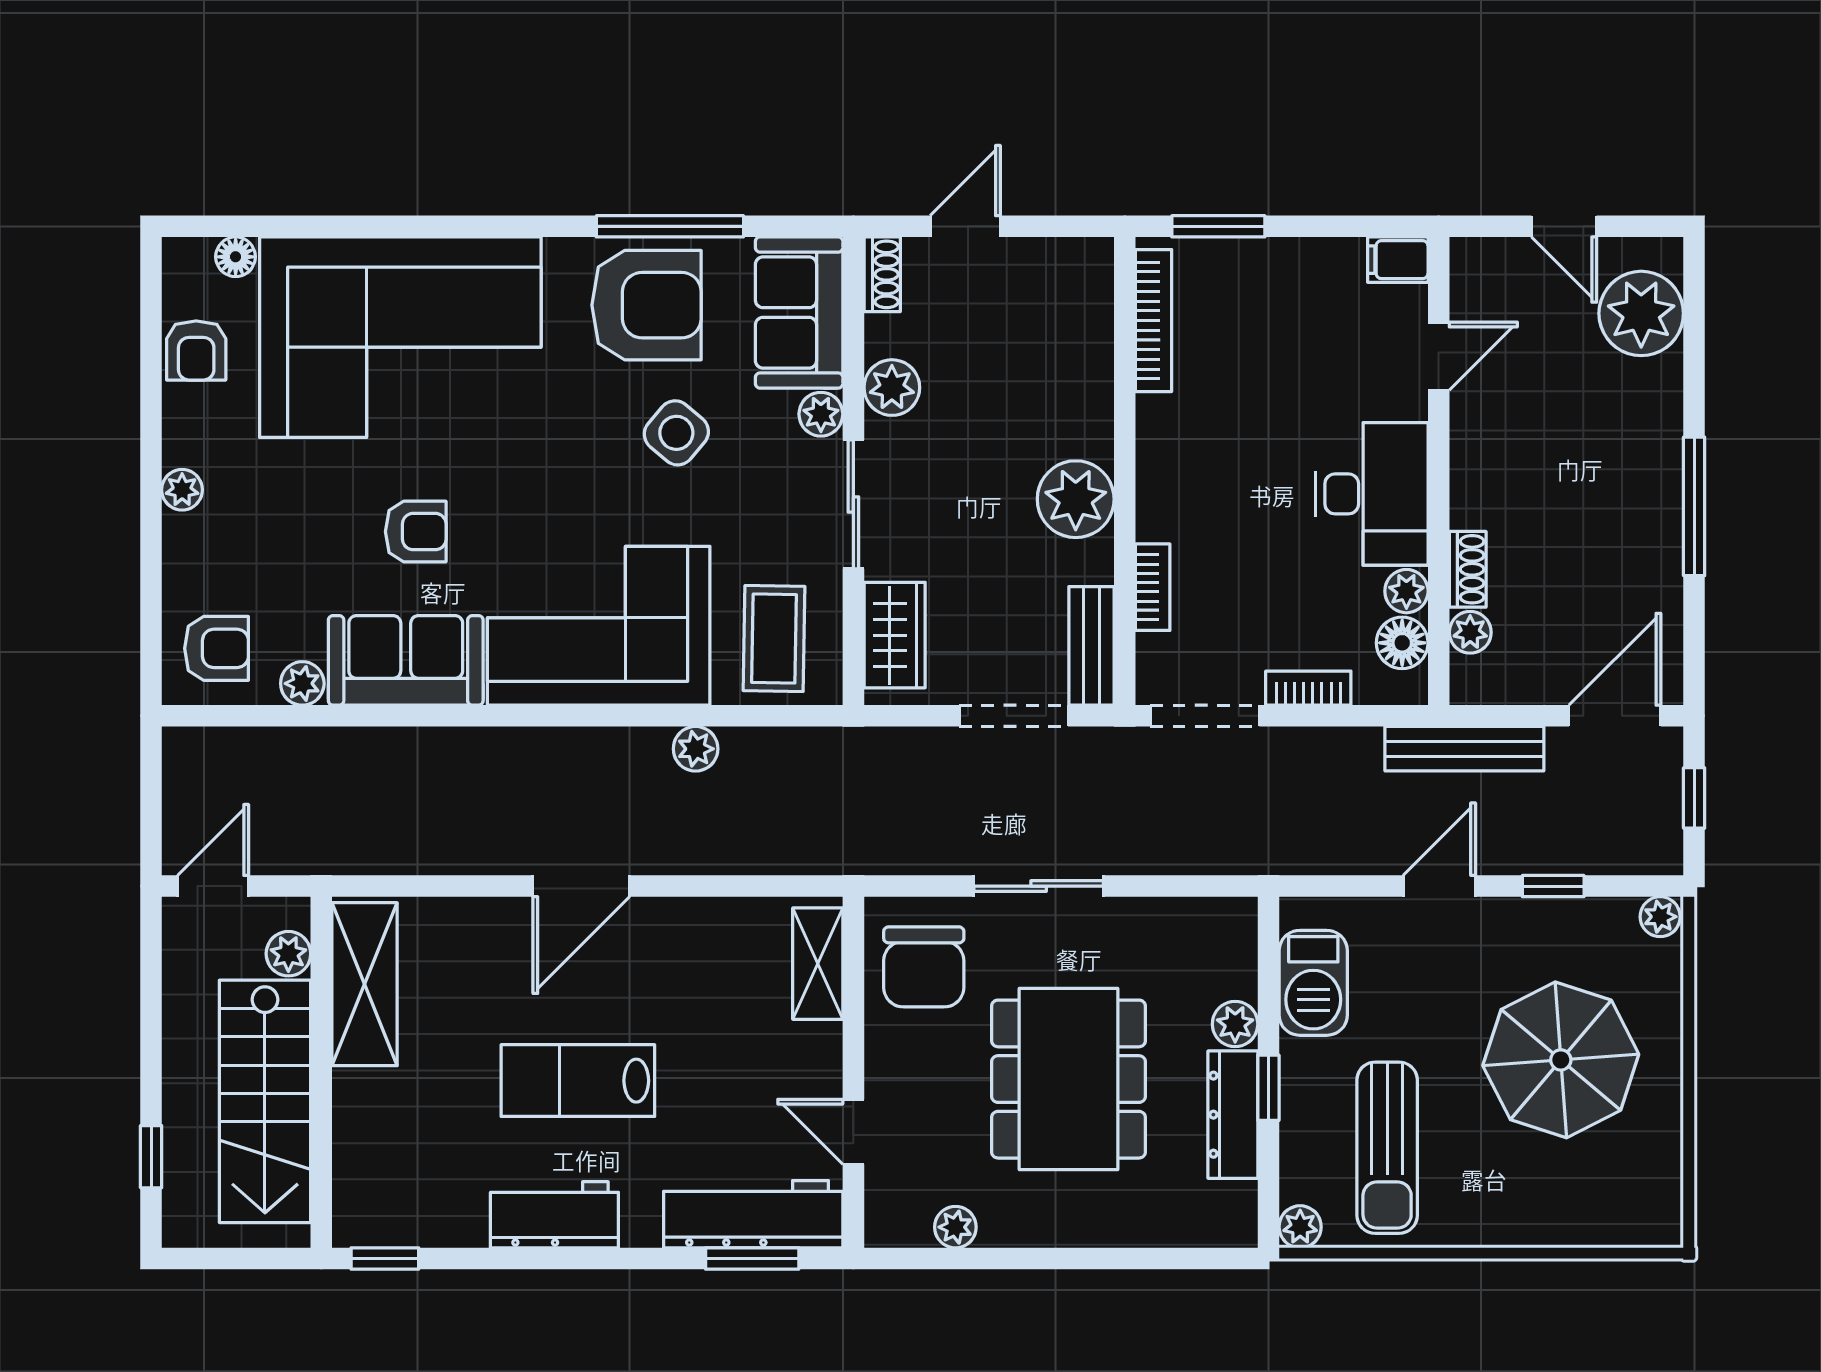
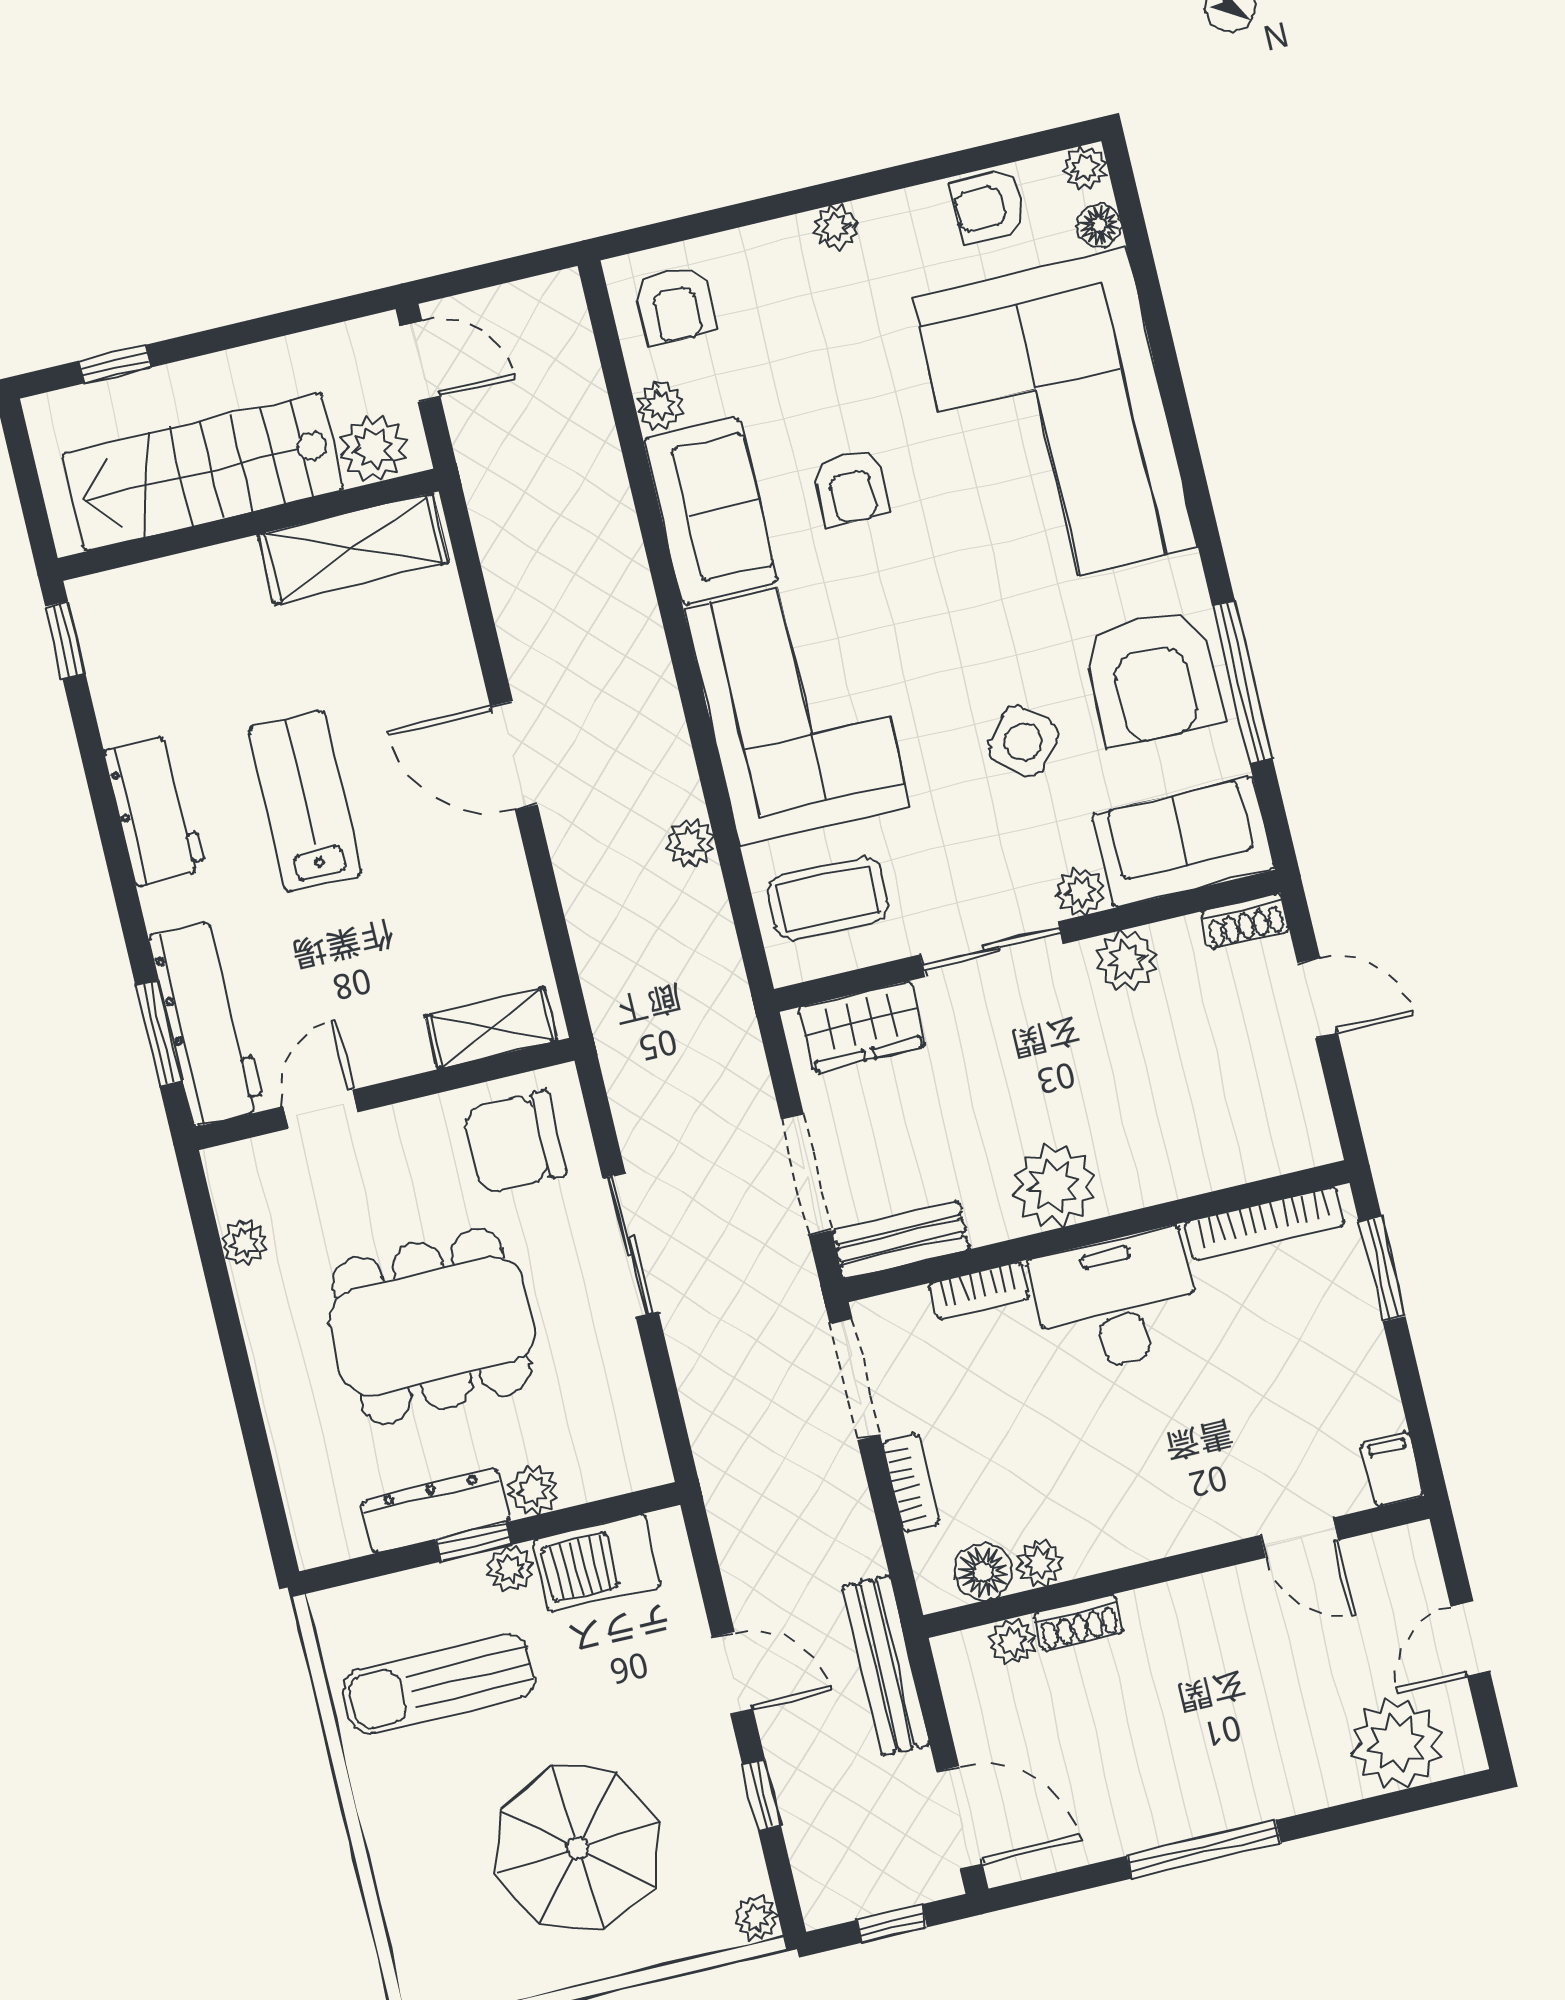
plant: (182, 257) -> (1085, 168), added
desk: (1372, 494) -> (1116, 1302), moved, turned 180
plant: (288, 954) -> (374, 448), width x1.38, depth x1.38
plant: (1300, 1227) -> (510, 1569), moved

